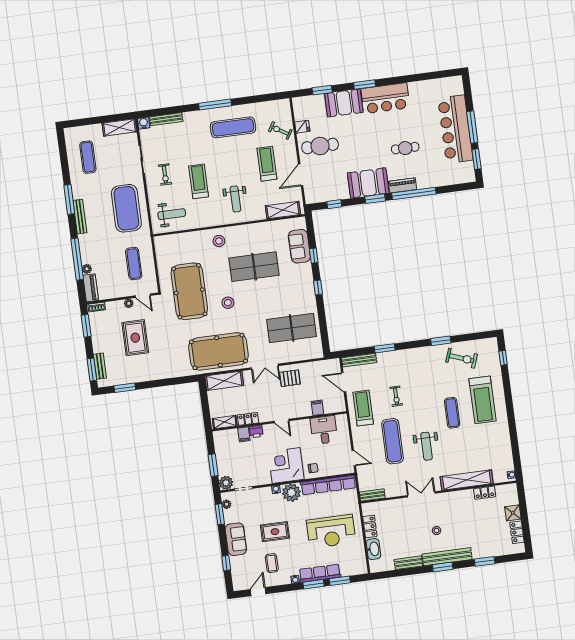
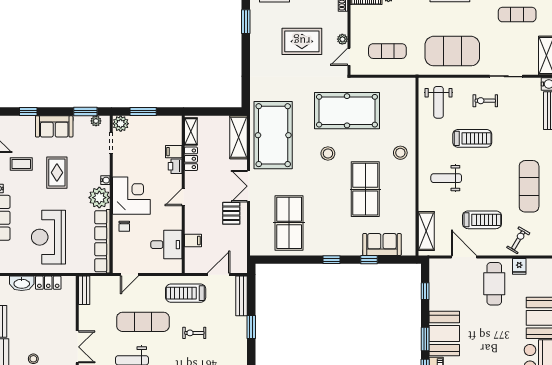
treadmill: (363, 408) -> (186, 293), turned 180

